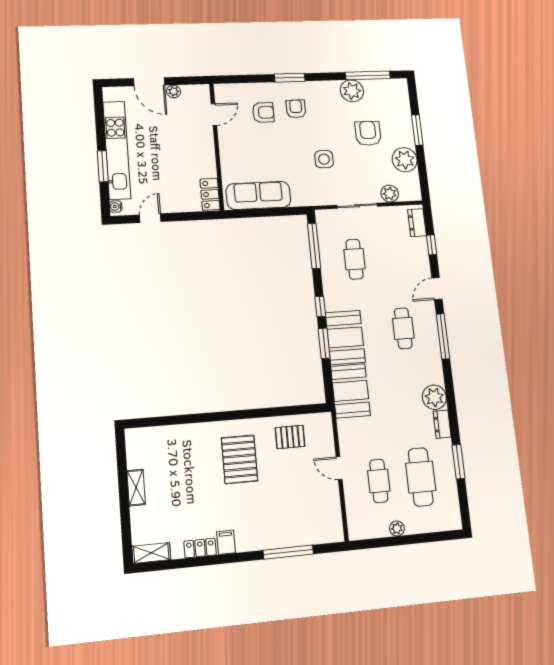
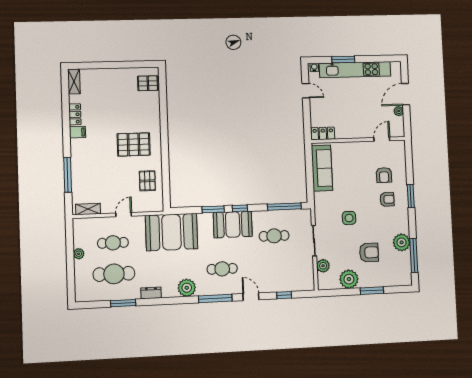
door: (214, 115) -> (382, 139), swing flipped
dresser: (417, 223) -> (301, 285), removed
booth: (345, 337) -> (233, 224), moved
booth: (350, 391) -> (172, 232), width x1.36, depth x1.42
plant: (434, 397) -> (187, 288), moved
pallet: (149, 443) -> (148, 83), added
shelving: (136, 488) -> (88, 209), moved

